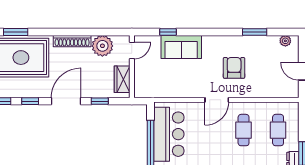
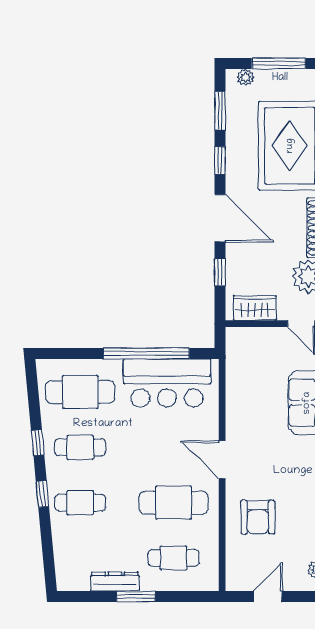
armchair: (234, 68) -> (258, 517), moved, turned 90
cafe table: (244, 130) -> (174, 503), width x1.37, depth x1.35

